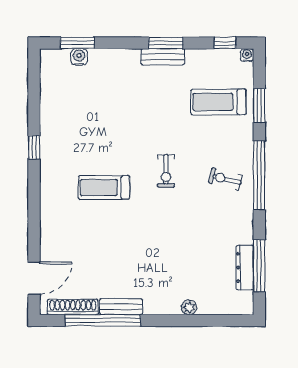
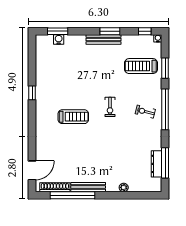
bench: (163, 57) -> (103, 39), width x1.36
treadmill: (104, 188) -> (73, 117), turned 180
bench: (121, 307) -> (88, 187), width x1.36

